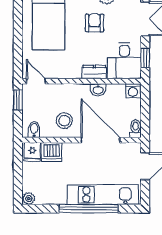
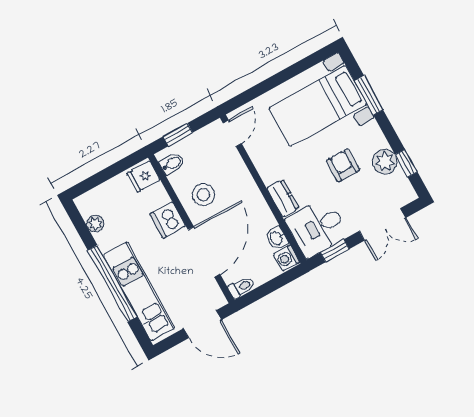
armchair: (94, 23) -> (343, 165), turned -90
washbasin: (98, 90) -> (277, 238), moved
window: (18, 100) -> (178, 135), moved
dishwasher: (52, 152) -> (168, 220), moved
plant: (29, 199) -> (95, 224), moved

